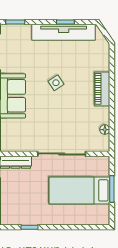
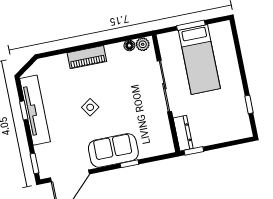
plant: (104, 142) -> (143, 44), added

